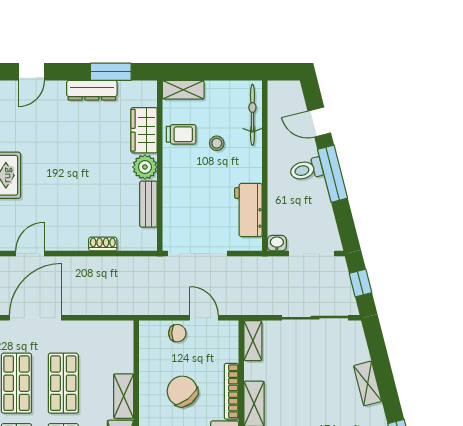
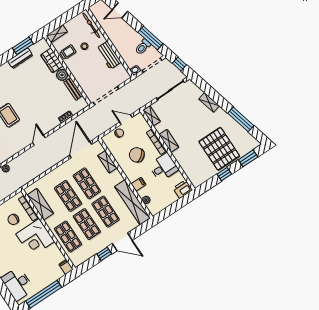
toilet: (306, 170) -> (143, 47), moved
window: (333, 174) -> (150, 38), moved
workbench: (248, 210) -> (109, 55), moved
door: (35, 318) -> (81, 150), moved
shelving: (124, 396) -> (107, 162), moved

